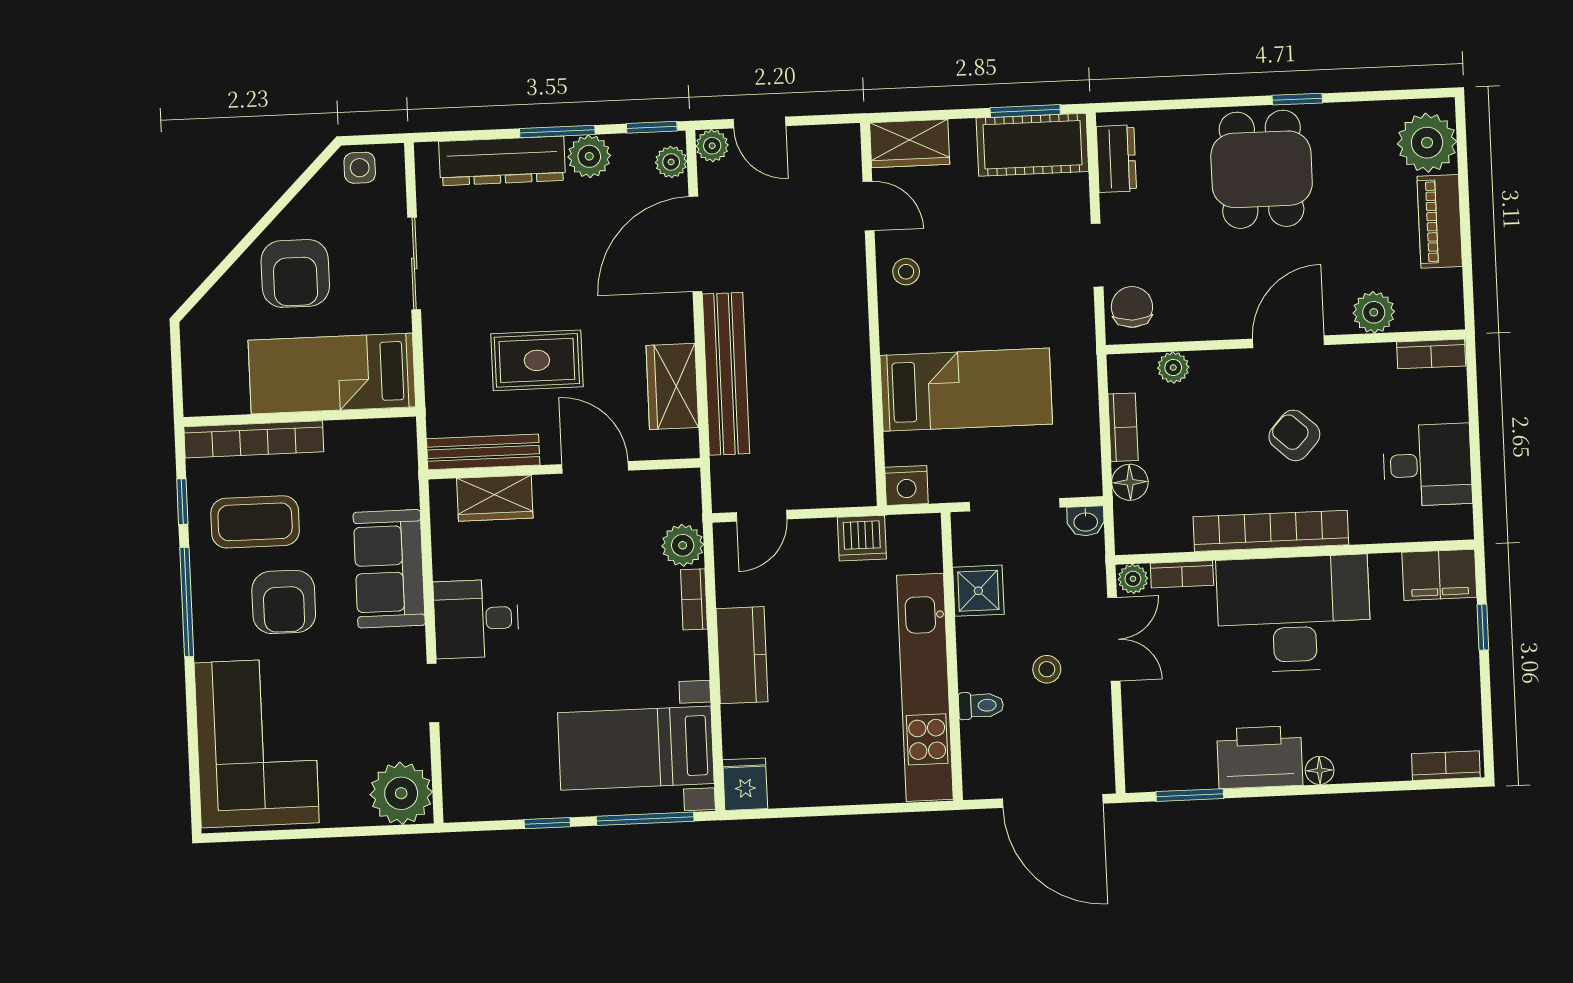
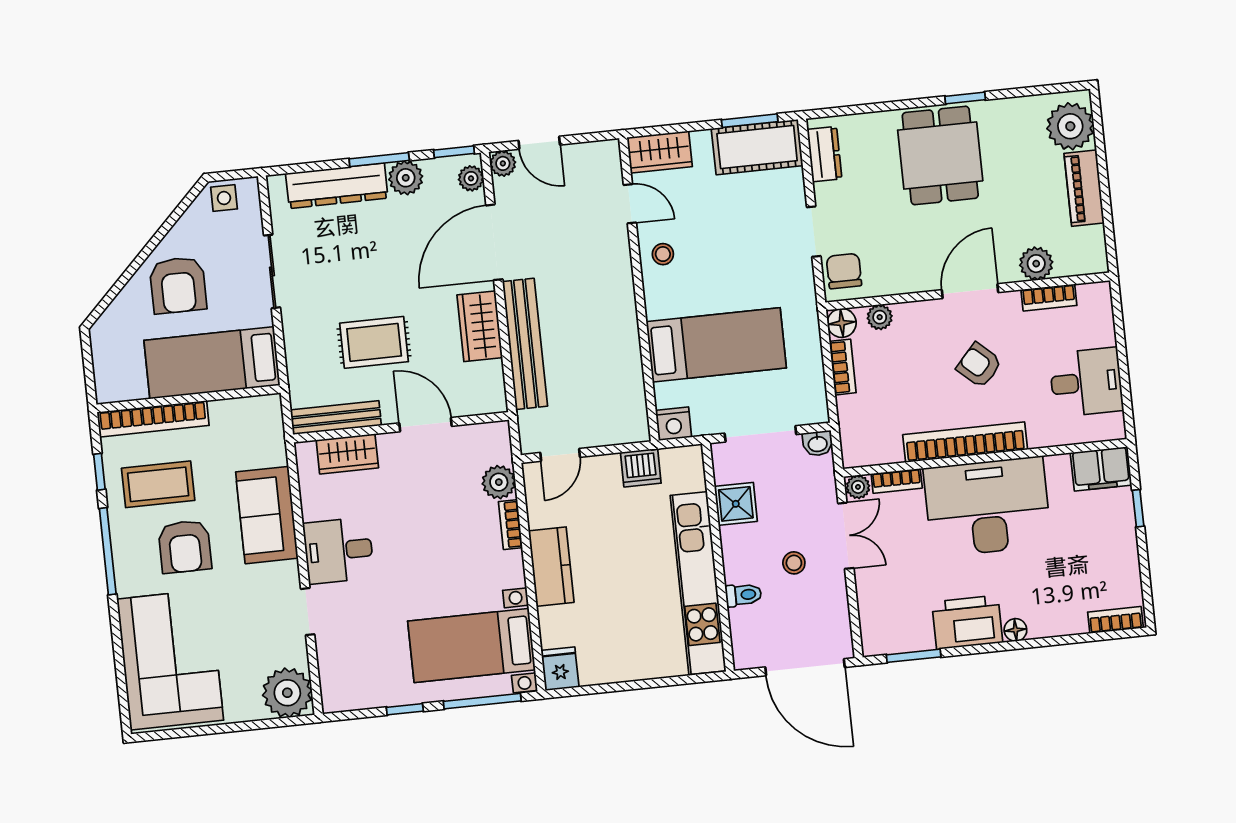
bookcase: (1431, 354) -> (1049, 298), moved
wardrobe: (672, 386) -> (480, 326), moved
floor lamp: (1130, 482) -> (842, 323), moved

